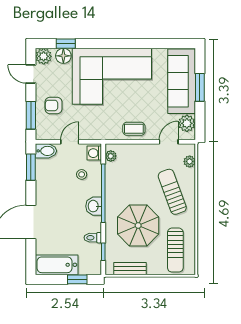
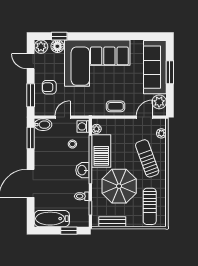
barbecue: (117, 183) -> (101, 151), added

